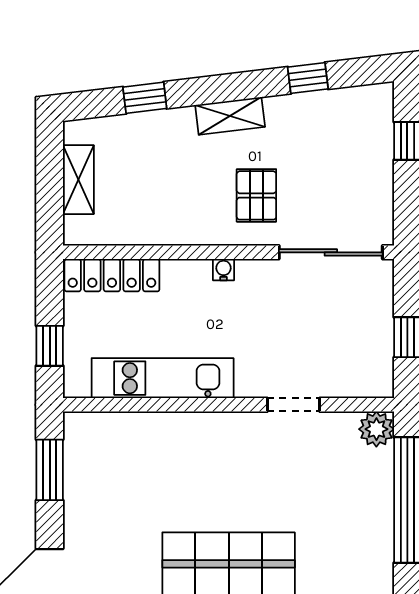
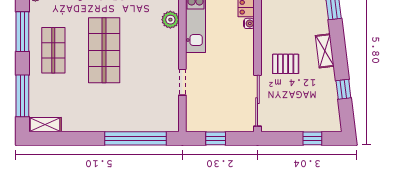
water cooler: (223, 270) -> (249, 23), moved
plant: (376, 429) -> (170, 20), moved

